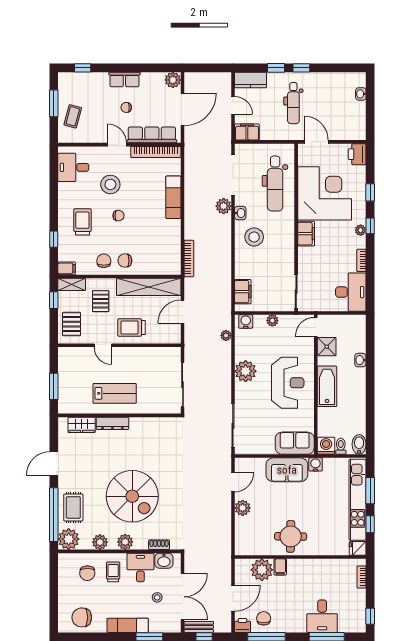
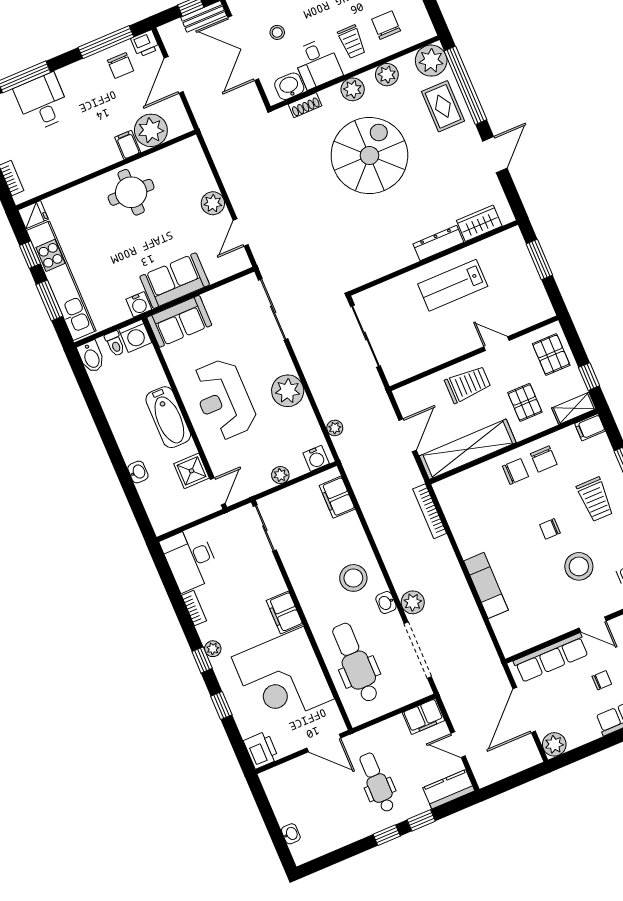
bookcase: (156, 152) -> (536, 637), removed
spiral stairs: (132, 496) -> (369, 156), turned 90

